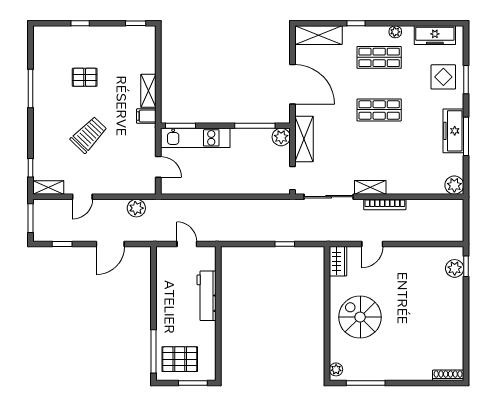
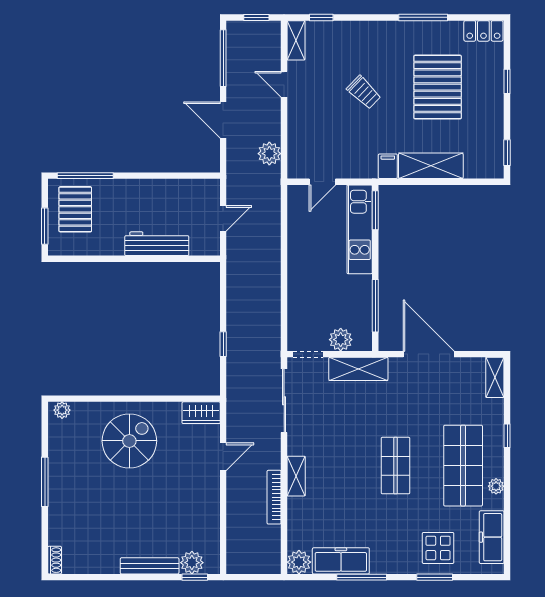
shelving: (318, 35) -> (495, 377), width x0.67, depth x0.75
locker: (41, 42) -> (483, 31), added
shop shelf: (379, 57) -> (463, 466), width x1.43, depth x1.36
pallet: (85, 77) -> (438, 87), width x2.05, depth x2.00
door: (292, 84) -> (429, 354), swing flipped
shelving: (148, 91) -> (431, 166), width x1.50, depth x1.33
freezer: (453, 131) -> (341, 561), moved
trolley: (89, 135) -> (364, 92), width x0.73, depth x0.72
plant: (281, 137) -> (341, 340), moved
shelving: (370, 187) -> (296, 476), moved
bookcase: (385, 204) -> (274, 497), moved
window: (31, 218) -> (256, 17), width x0.67
window: (62, 244) -> (223, 58), width x2.17
door: (372, 244) -> (223, 457), swing flipped
bench: (457, 301) -> (150, 566), added
shoe rack: (448, 375) -> (55, 560), width x0.70
window: (366, 383) -> (45, 482), moved

